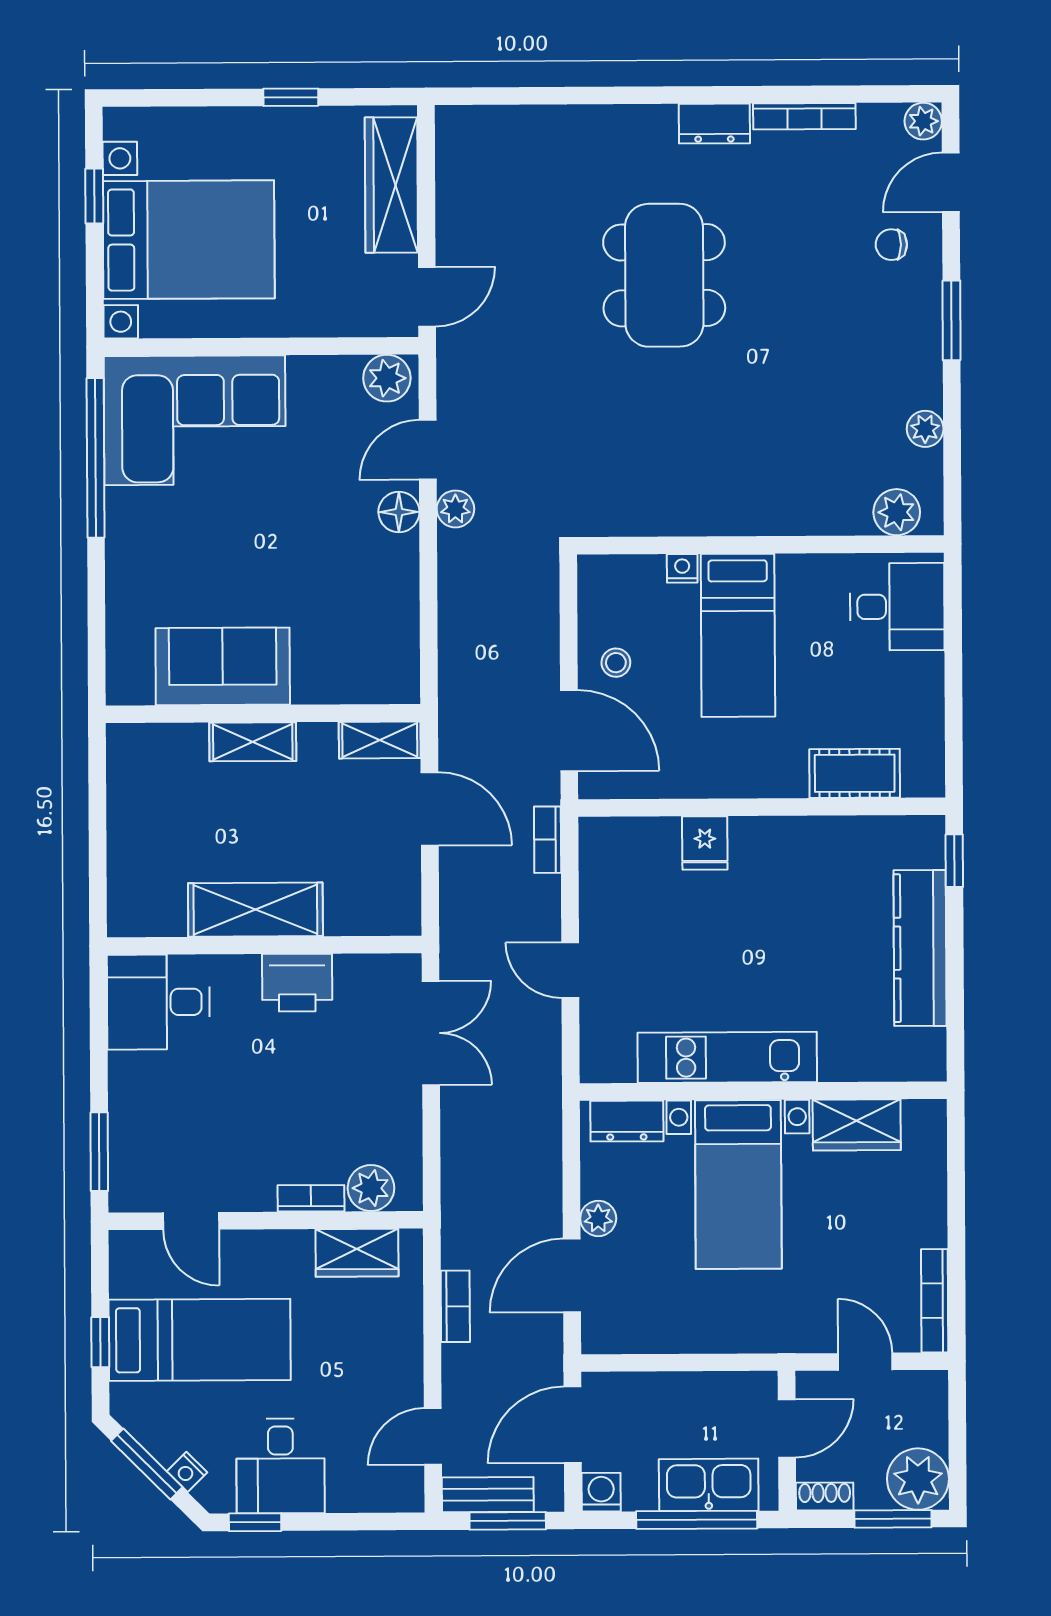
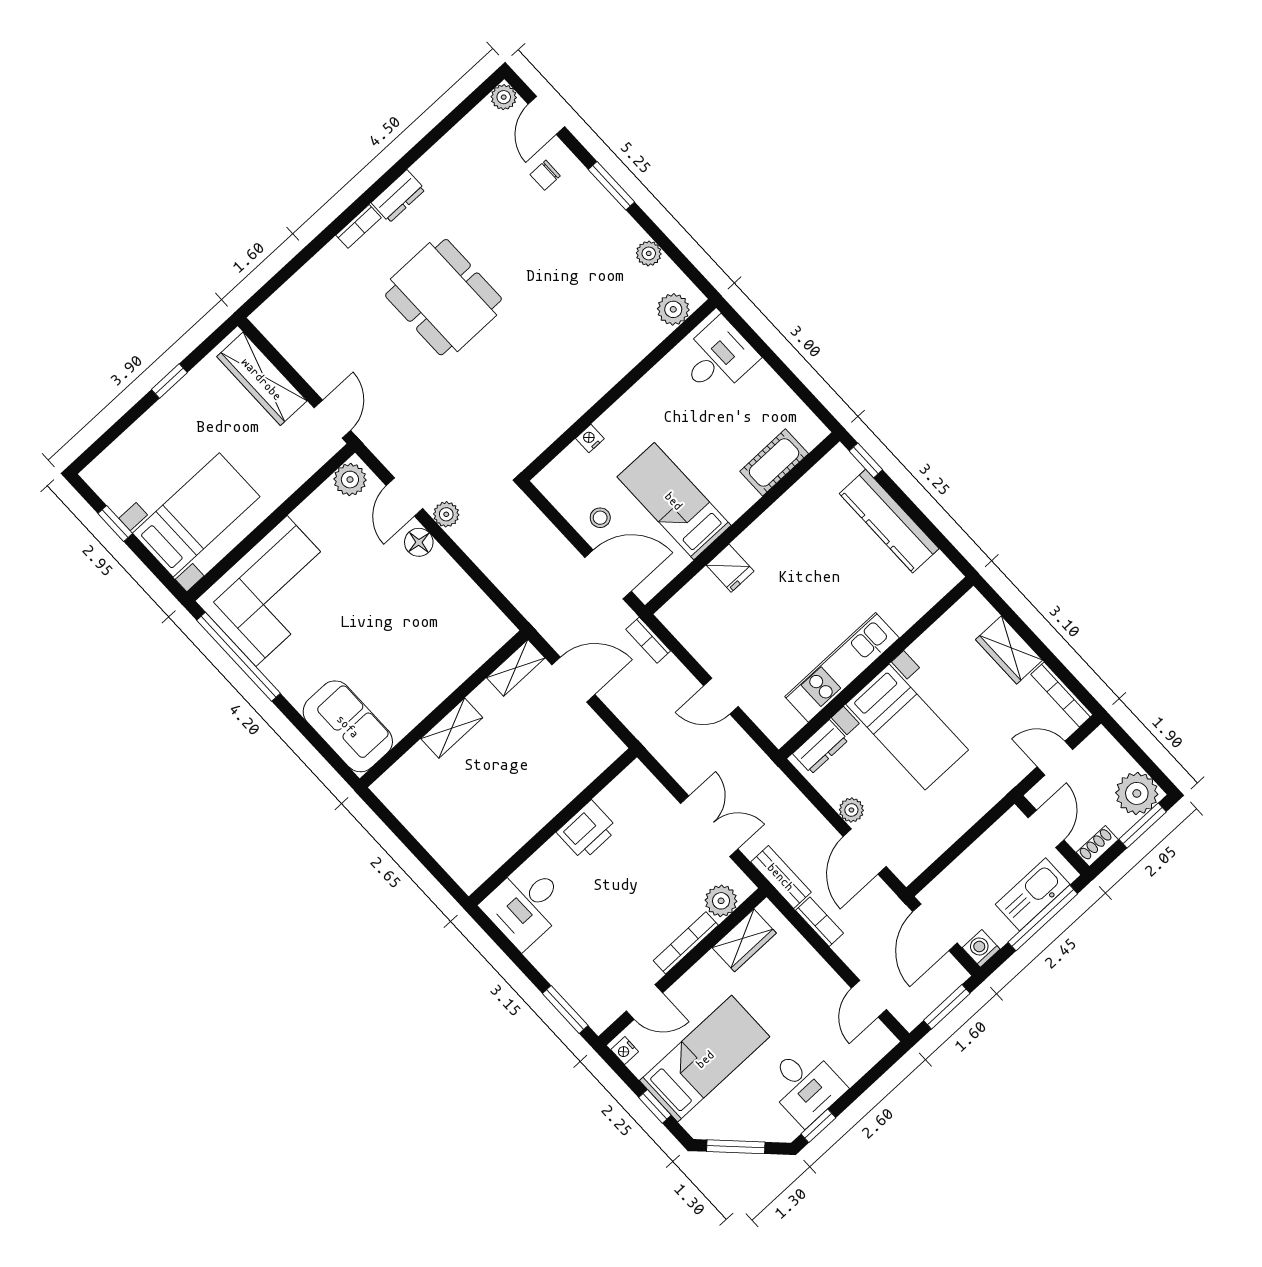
bookcase: (804, 116) -> (359, 226), moved, width x0.64
bed with nightstands: (189, 240) -> (196, 515), width x0.73
bed: (738, 635) -> (674, 501), moved, turned 180
sofa: (223, 666) -> (348, 726), moved, turned 90
shelving: (255, 910) -> (532, 813), removed
double door: (431, 1033) -> (709, 826), moved
wardrobe: (857, 1125) -> (1009, 650), moved, turned 90
bookcase: (311, 1198) -> (686, 943), width x1.56
nightstand: (187, 1472) -> (625, 1051), moved, turned 45
bench: (488, 1495) -> (781, 877), moved, turned 90

